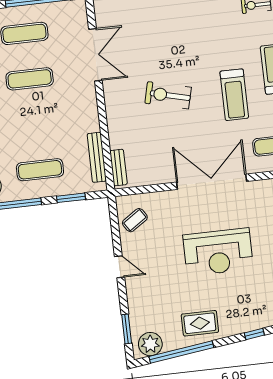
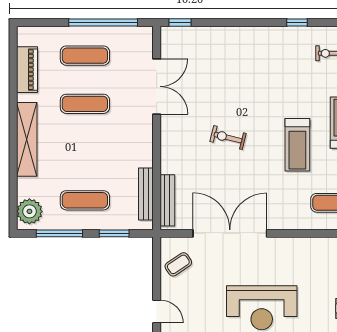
exercise bike: (168, 95) -> (228, 138), width x0.73, depth x0.72
bench: (118, 168) -> (167, 200), width x1.36
double door: (212, 182) -> (230, 233), moved

